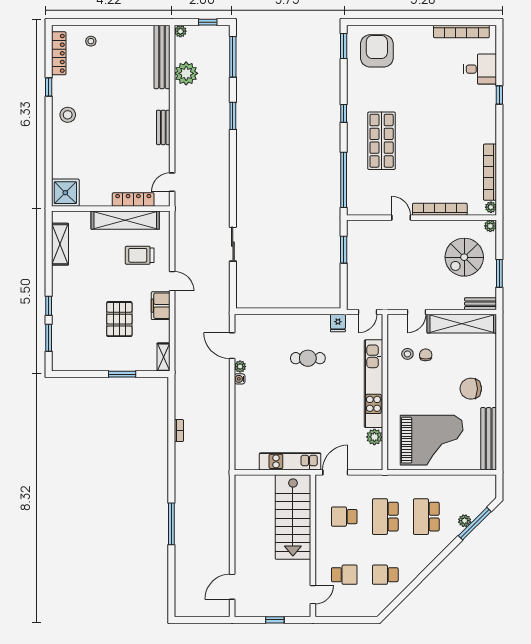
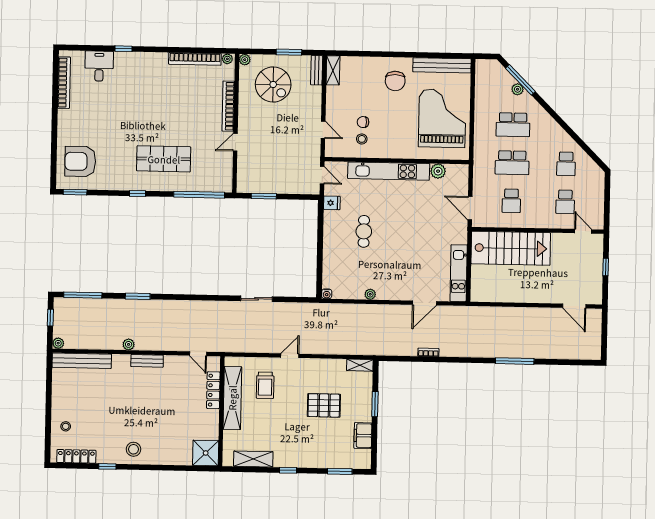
plant: (186, 73) -> (129, 344), moved, width x0.53, depth x0.53
window: (49, 306) -> (288, 470), moved
filing cabinet: (161, 306) -> (363, 436), moved, turned 90
shelving: (462, 324) -> (333, 70), width x0.45, depth x0.75
door: (232, 346) -> (424, 303), moved
water cooler: (240, 379) -> (327, 294), moved
kitchen unit: (290, 461) -> (459, 273), moved
school desk: (344, 575) -> (565, 202), turned 180

